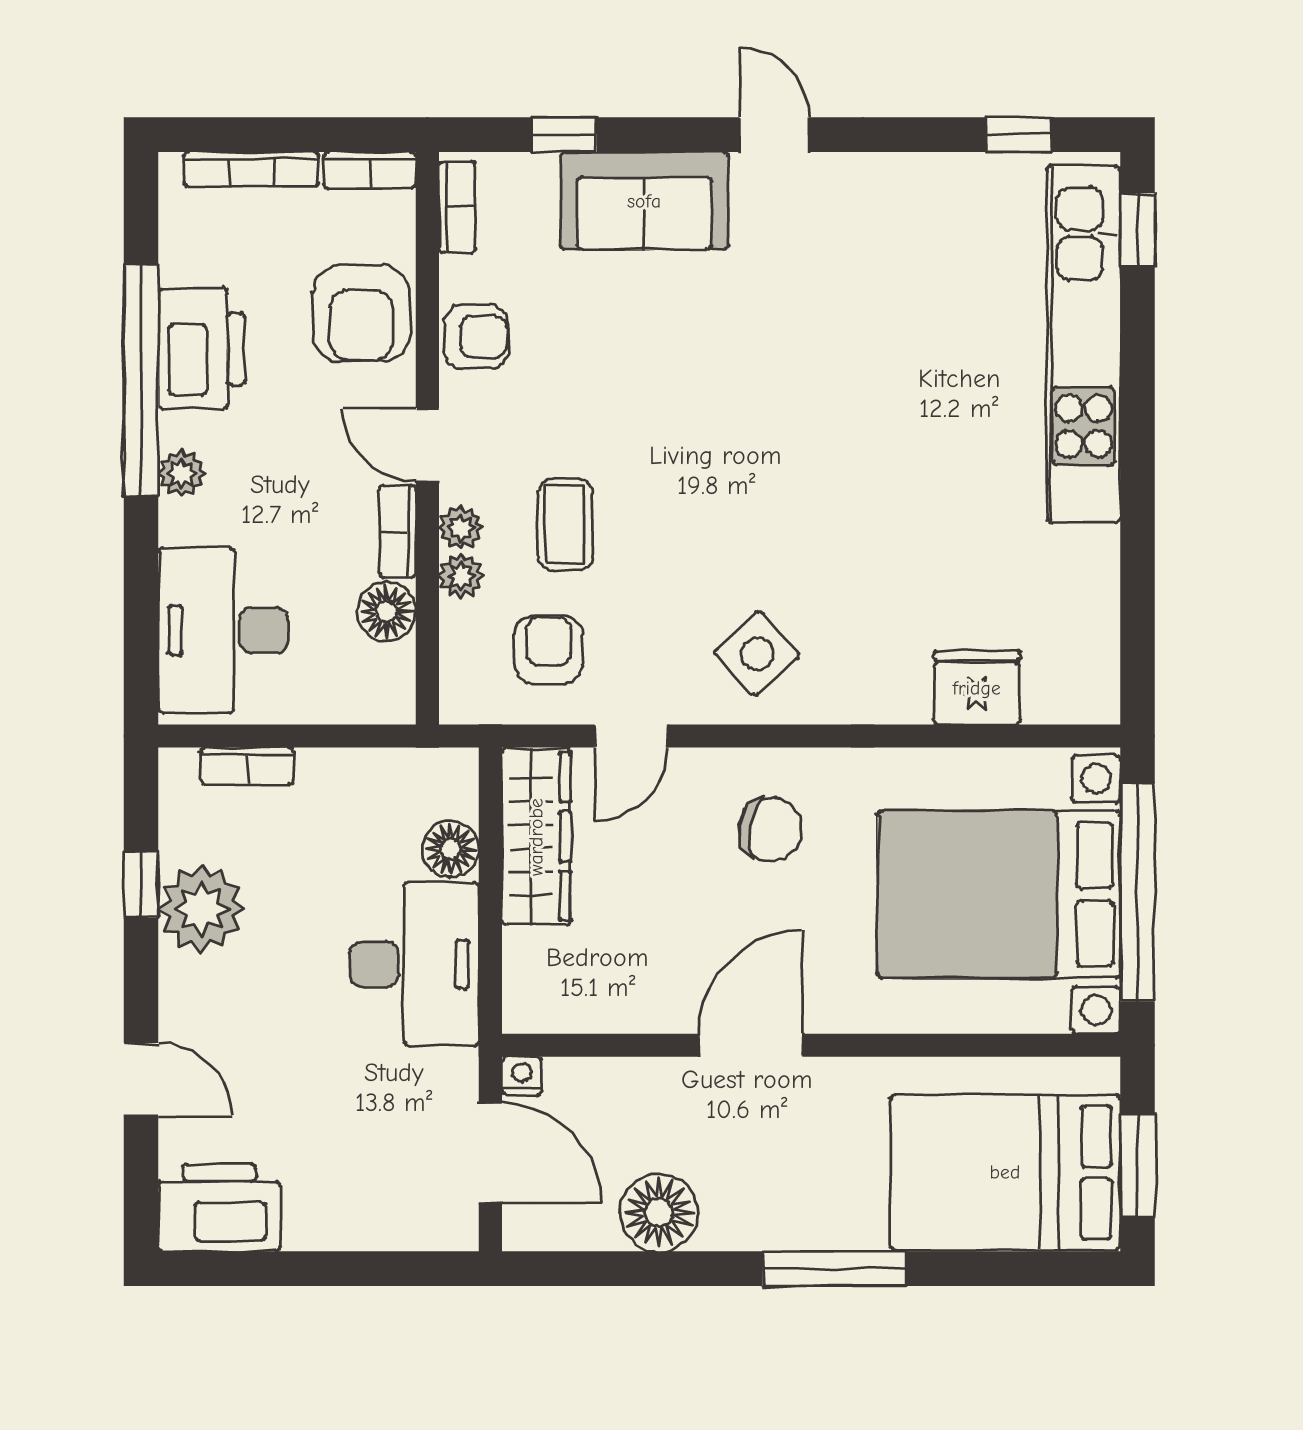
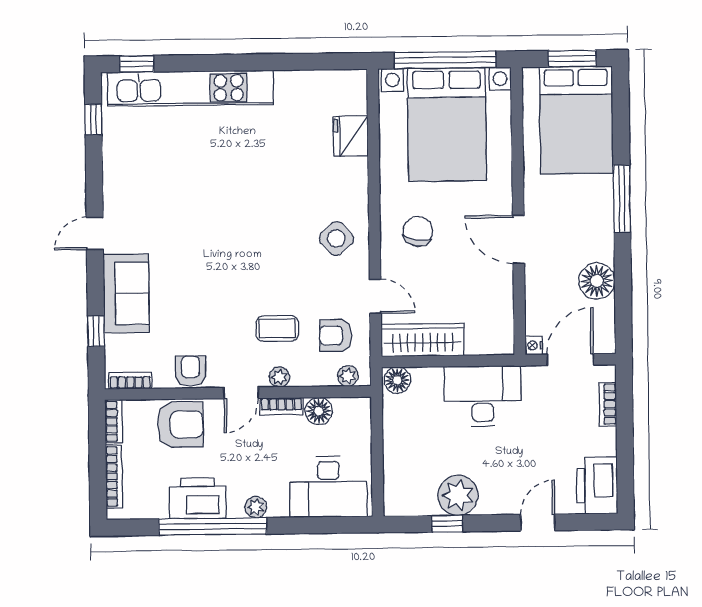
plant: (461, 576) -> (348, 376), moved
bookcase: (247, 766) -> (608, 404), moved, turned 180
floor lamp: (451, 849) -> (397, 380), moved

